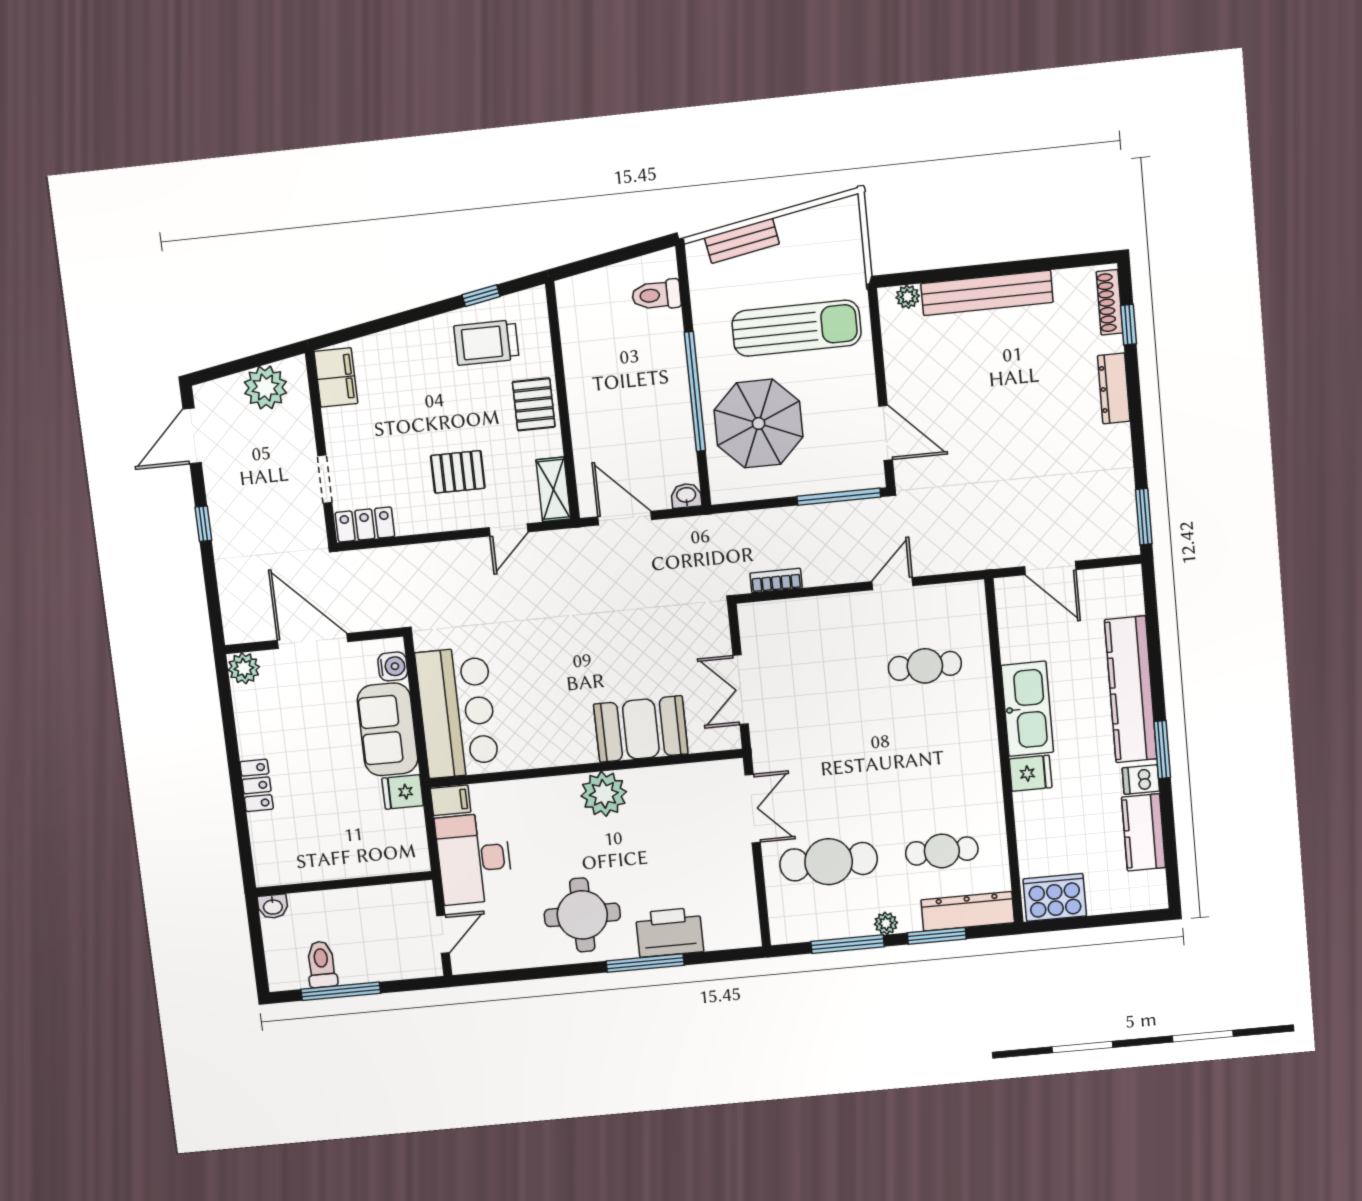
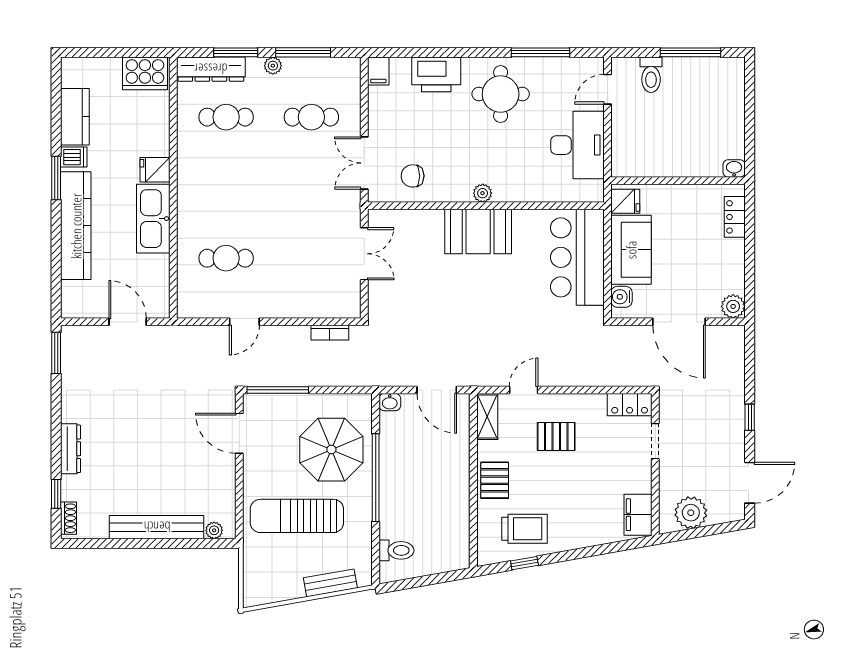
shoe rack: (1110, 302) -> (69, 518), width x0.70
booth: (641, 729) -> (478, 232), moved
plant: (604, 794) -> (483, 193), width x0.53, depth x0.53
chair: (687, 798) -> (413, 176), added
filing cabinet: (451, 800) -> (378, 71), moved, turned -90
cafe table: (829, 862) -> (311, 117), width x0.73, depth x0.74
wall: (344, 884) -> (678, 181), moved
washbasin: (273, 906) -> (734, 168), moved
window: (645, 963) -> (540, 52), moved
toilet: (322, 964) -> (651, 75), moved

